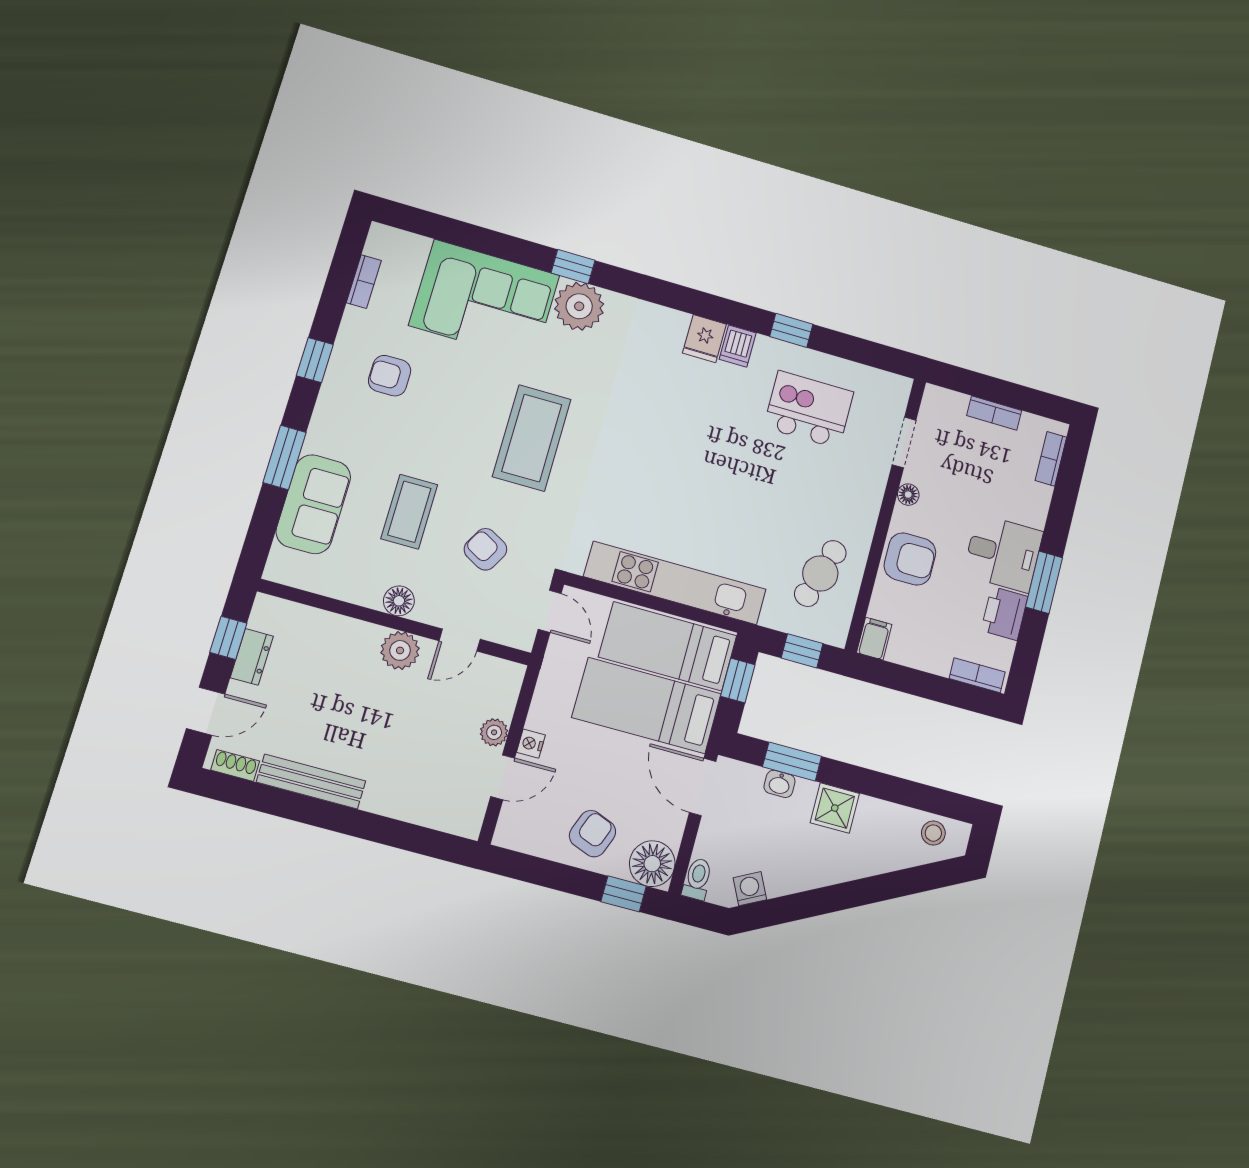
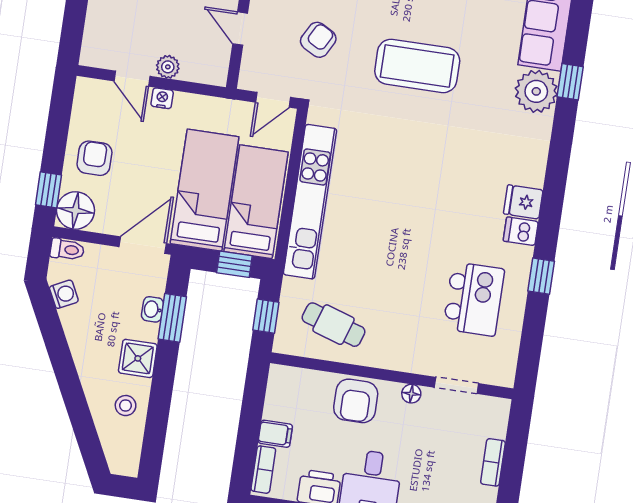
filing cabinet: (874, 639) -> (275, 434), moved
stool: (933, 833) -> (126, 406), moved
armchair: (592, 834) -> (94, 158), turned -111

